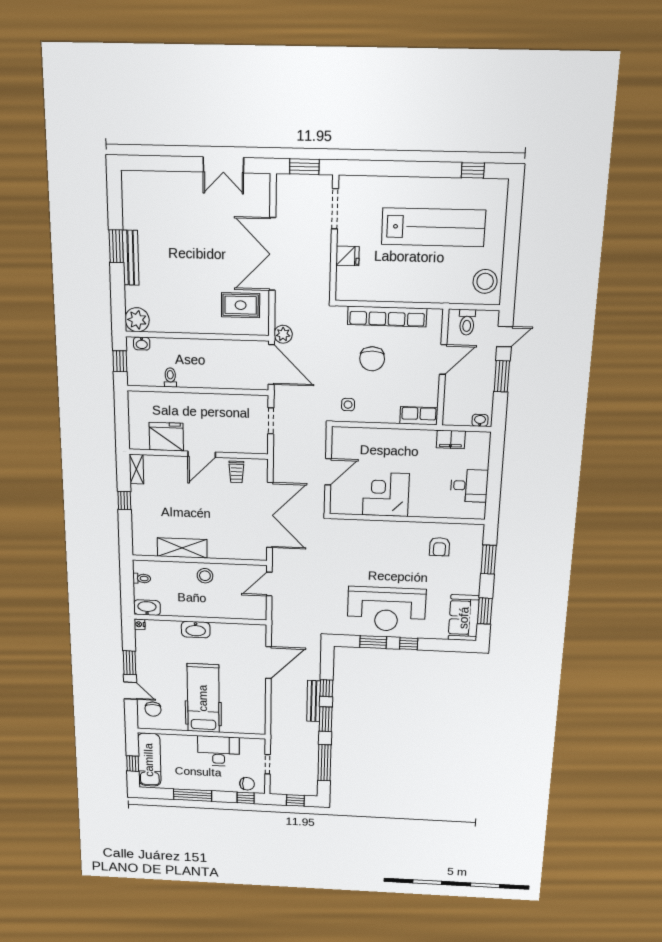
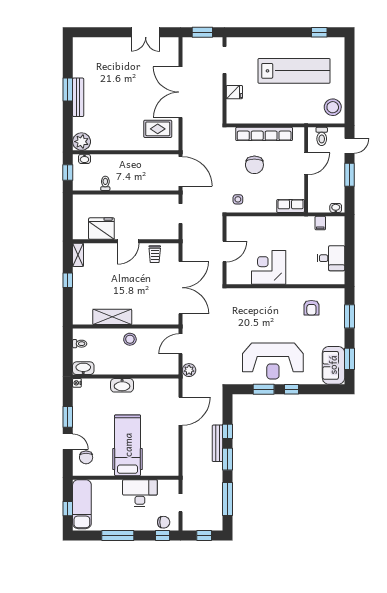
plant: (283, 334) -> (189, 370), moved
filing cabinet: (451, 439) -> (320, 223), width x0.50

